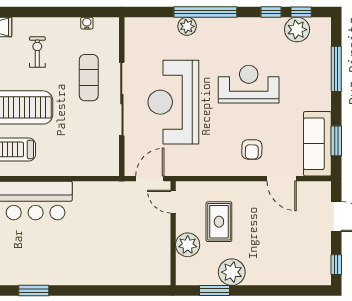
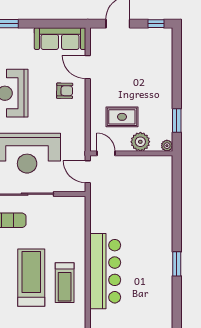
window: (336, 141) -> (58, 24), removed
door: (282, 179) -> (88, 67), swing flipped
door: (173, 202) -> (106, 153), swing flipped
plant: (232, 272) -> (167, 146), moved, width x0.53, depth x0.53

